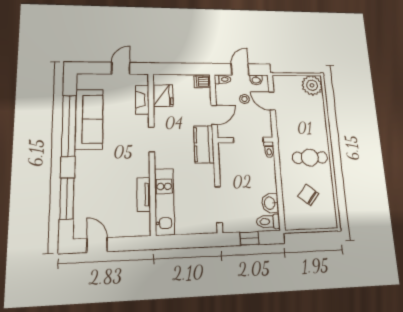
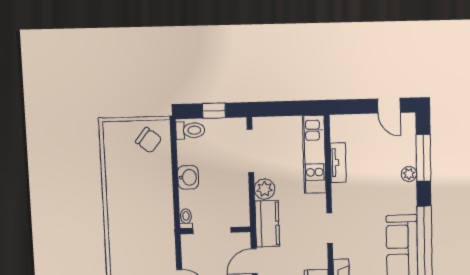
cafe table: (310, 158) -> (133, 210), removed
plant: (206, 173) -> (265, 189), added
plant: (81, 184) -> (409, 174), added
chair: (308, 195) -> (149, 140), moved
washbasin: (270, 203) -> (188, 177), moved

